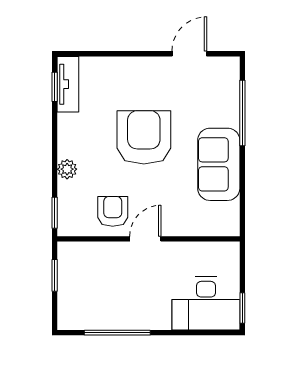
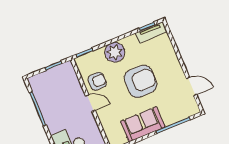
plant: (67, 169) -> (115, 52), width x1.88, depth x1.88

